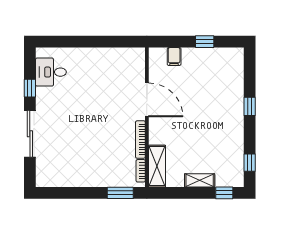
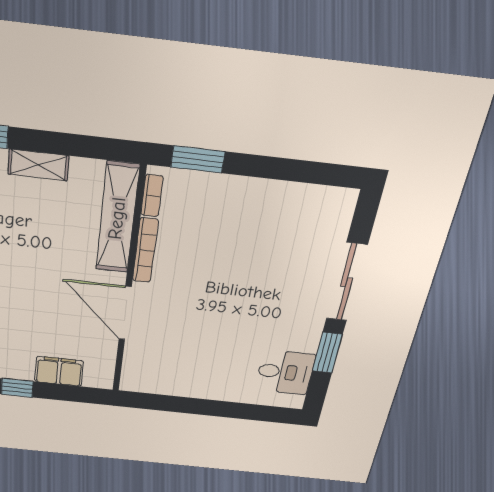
filing cabinet: (174, 56) -> (59, 371), width x2.00
window: (30, 88) -> (327, 353), width x1.50
shelving: (157, 166) -> (117, 218), width x1.47

